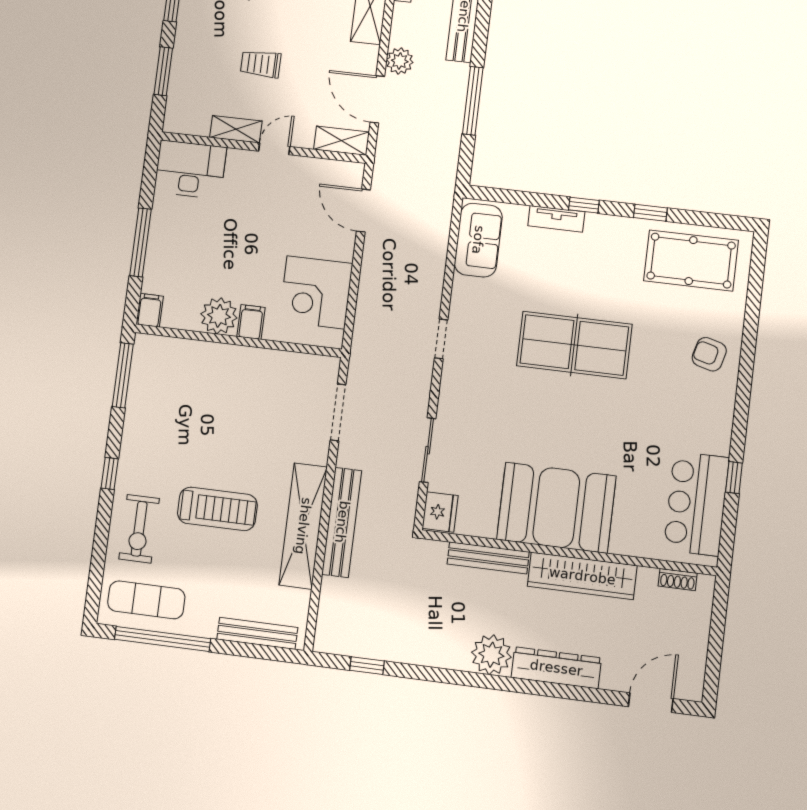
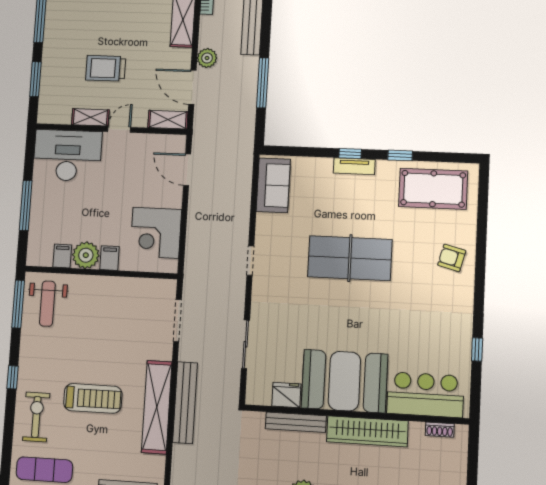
trolley: (261, 64) -> (106, 68), width x1.36, depth x1.39
desk: (190, 169) -> (67, 155), width x1.36, depth x1.30
tv unit: (556, 219) -> (354, 166), moved
filing cabinet: (150, 310) -> (62, 256), moved
weight bench: (163, 378) -> (47, 304), added
bar counter: (696, 504) -> (425, 395), moved, turned 90
fridge: (440, 512) -> (286, 395), moved, turned -90
exercise bike: (139, 529) -> (36, 417), turned 180

